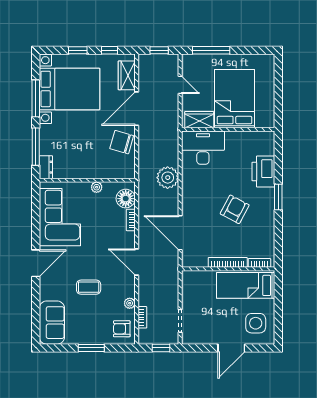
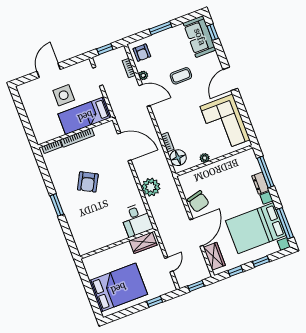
window: (211, 50) -> (155, 302), width x0.46
door: (180, 85) -> (169, 265), swing flipped
window: (36, 98) -> (285, 223), moved
bed: (234, 99) -> (118, 288), moved, turned -90
chair: (122, 142) -> (198, 201), turned 60
desk: (203, 148) -> (136, 220), width x0.73
dresser: (46, 167) -> (260, 183), moved
printer: (263, 171) -> (76, 221), removed
door: (137, 262) -> (145, 95), moved
bed: (246, 285) -> (85, 116), moved, turned 180
window: (36, 322) -> (213, 32), added
side table: (256, 323) -> (64, 95), moved
armchair: (122, 329) -> (142, 53), turned 90

